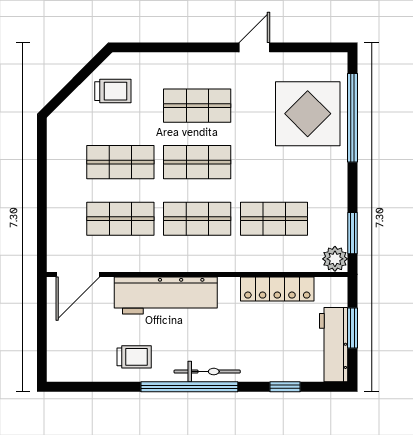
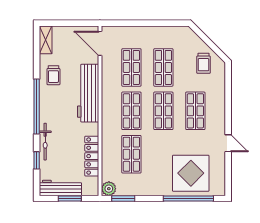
shelving: (72, 371) -> (46, 40), added
bicycle: (207, 372) -> (45, 142), moved

